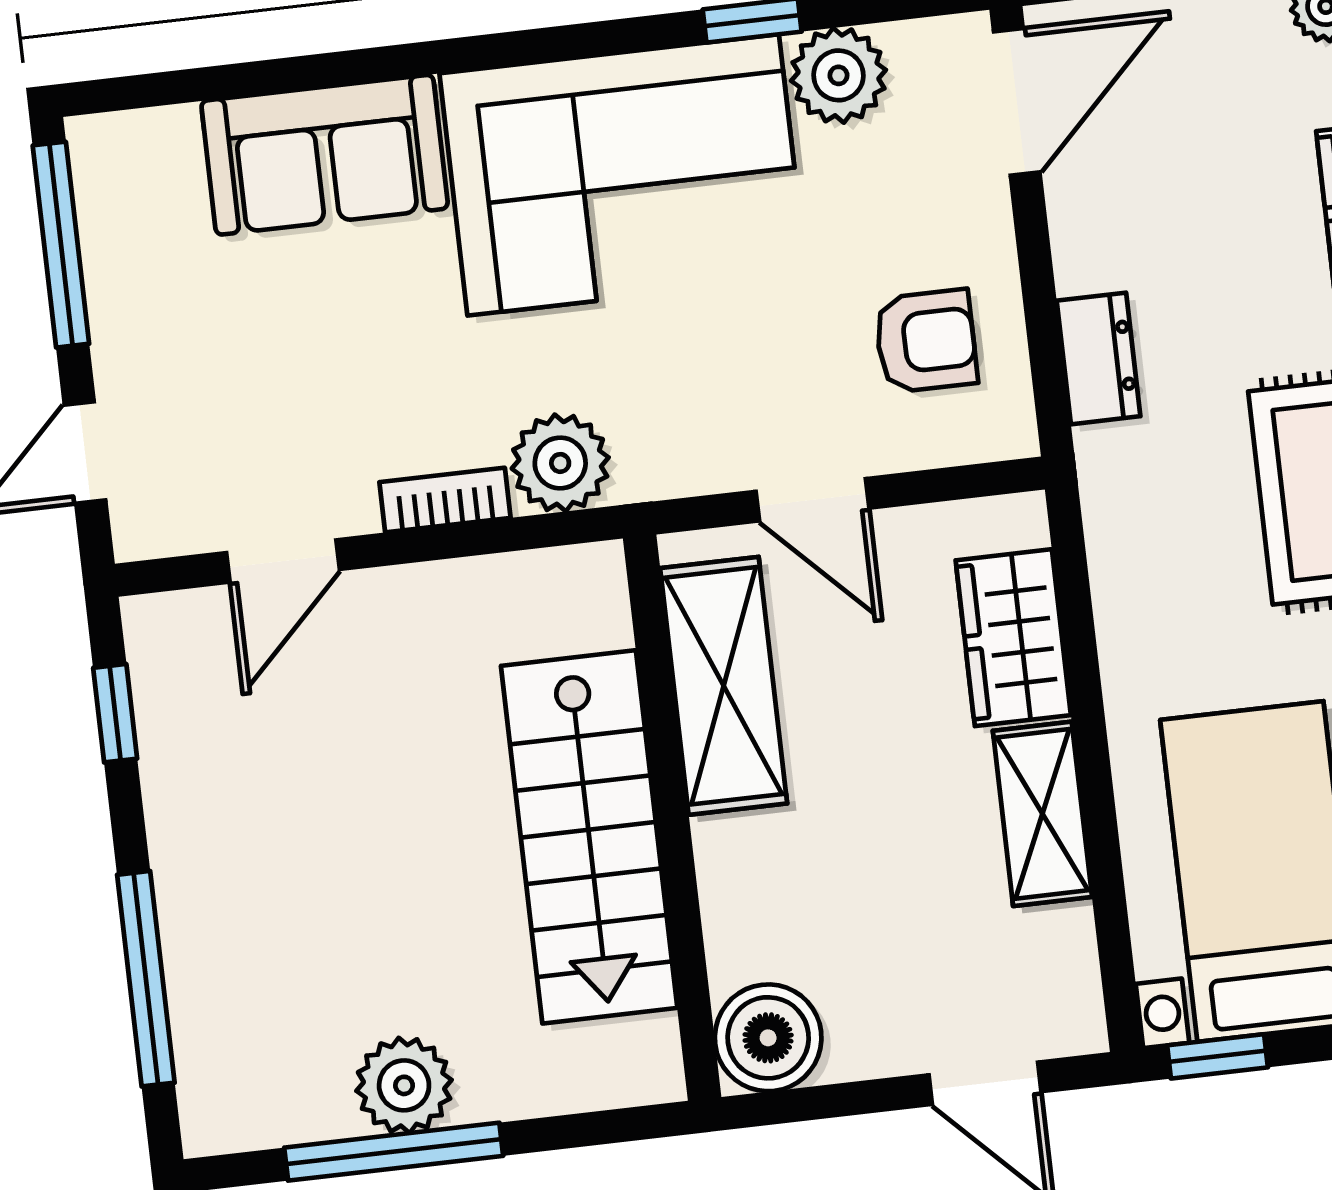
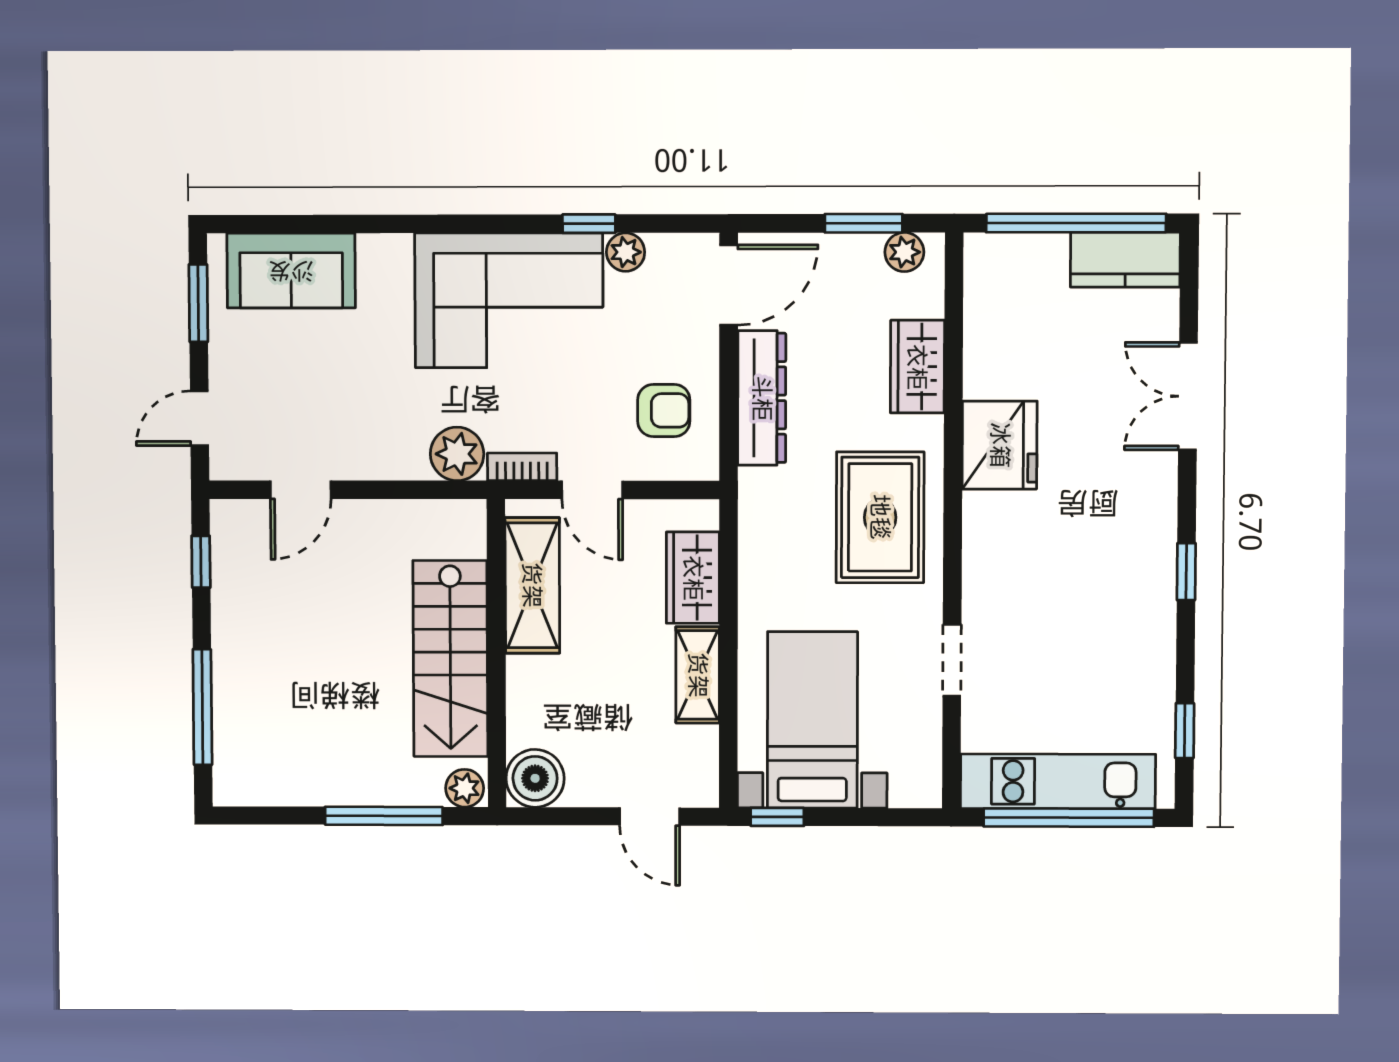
plant: (838, 75) -> (626, 252), width x0.73, depth x0.73
sofa: (325, 155) -> (291, 271), moved
window: (61, 245) -> (198, 303), width x0.69
dresser: (1098, 358) -> (762, 398), width x1.96, depth x1.24
bookcase: (445, 500) -> (522, 467), moved
plant: (404, 1085) -> (465, 788), moved, width x0.73, depth x0.73
window: (394, 1152) -> (384, 816), moved

